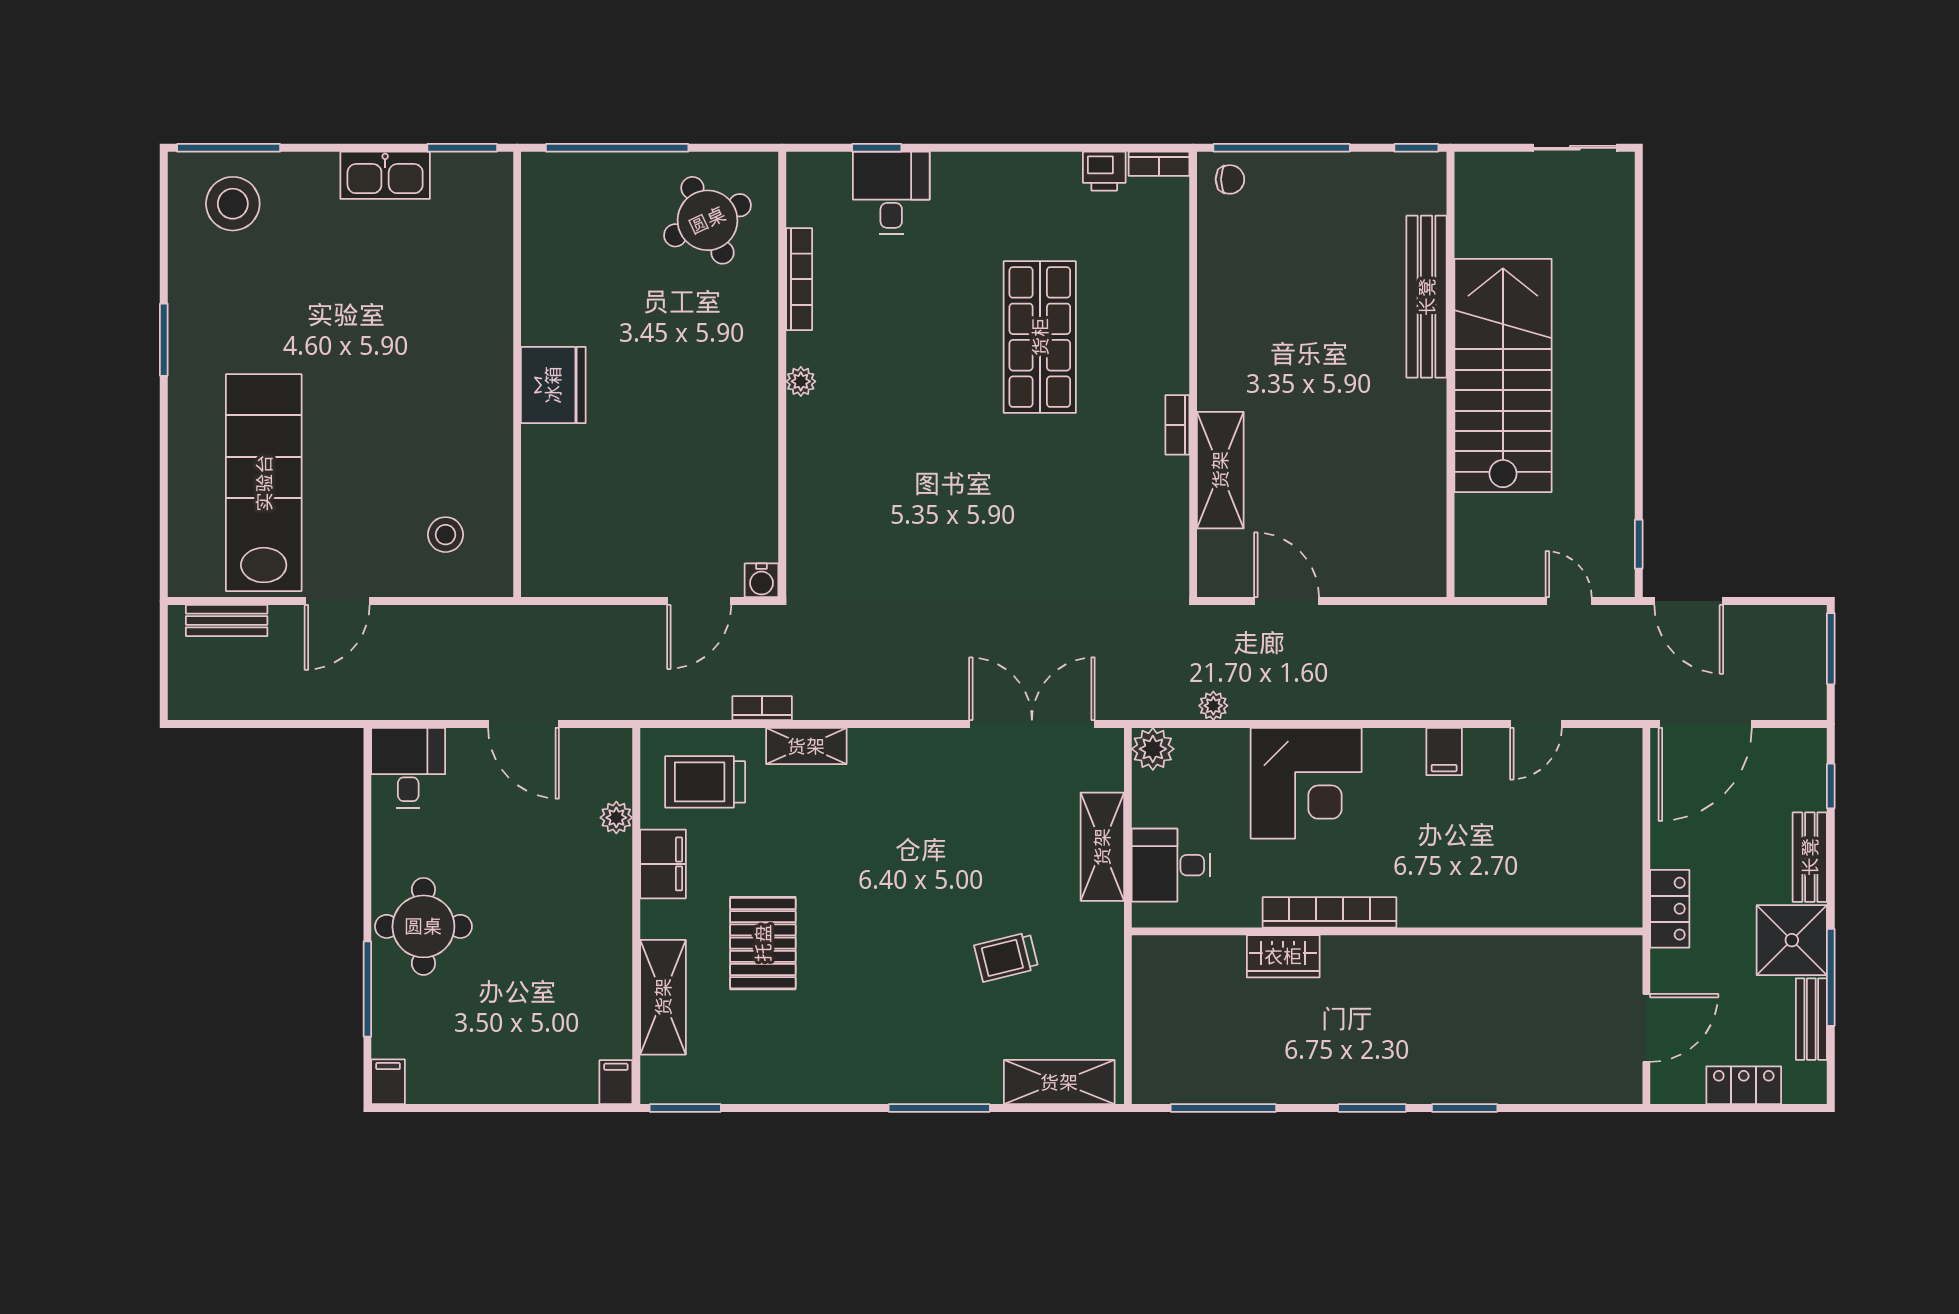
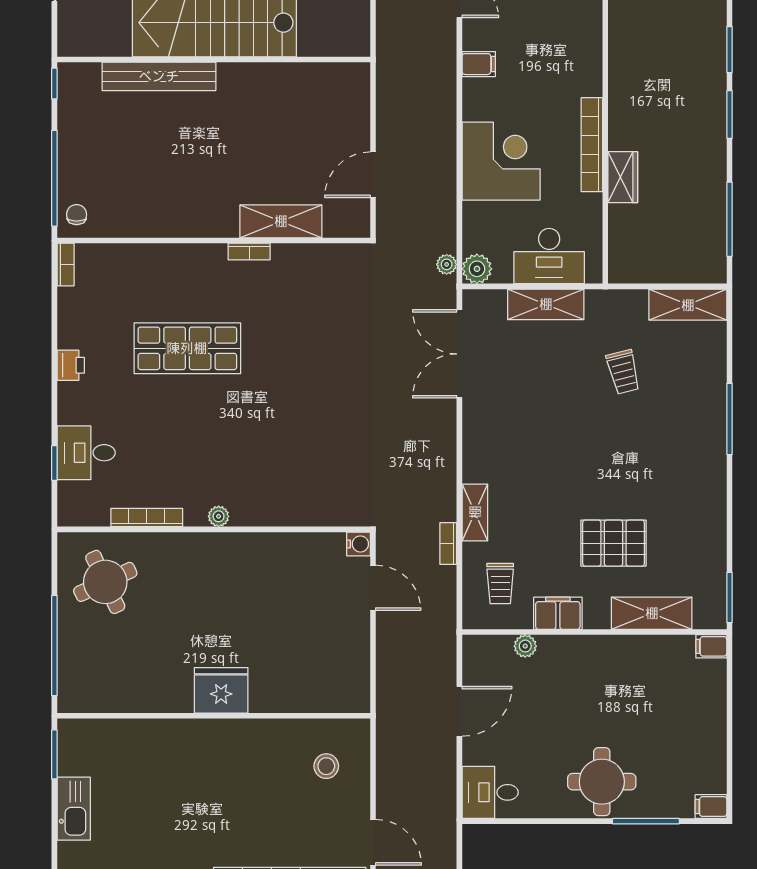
printer: (1104, 171) -> (71, 365), moved
plant: (1213, 706) -> (447, 264), moved
trolley: (705, 782) -> (500, 584), width x0.73, depth x0.72
desk: (1171, 865) -> (549, 256), width x1.37
shelving: (1059, 1082) -> (688, 305), moved, turned 90

